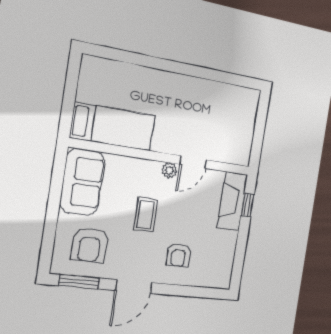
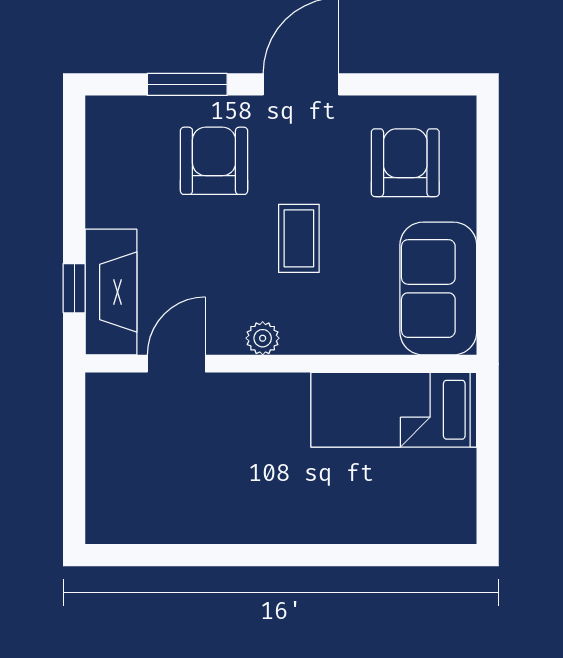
door: (193, 162) -> (176, 364), moved
armchair: (179, 255) -> (214, 161), width x1.38, depth x1.38
window: (79, 282) -> (187, 84), moved

